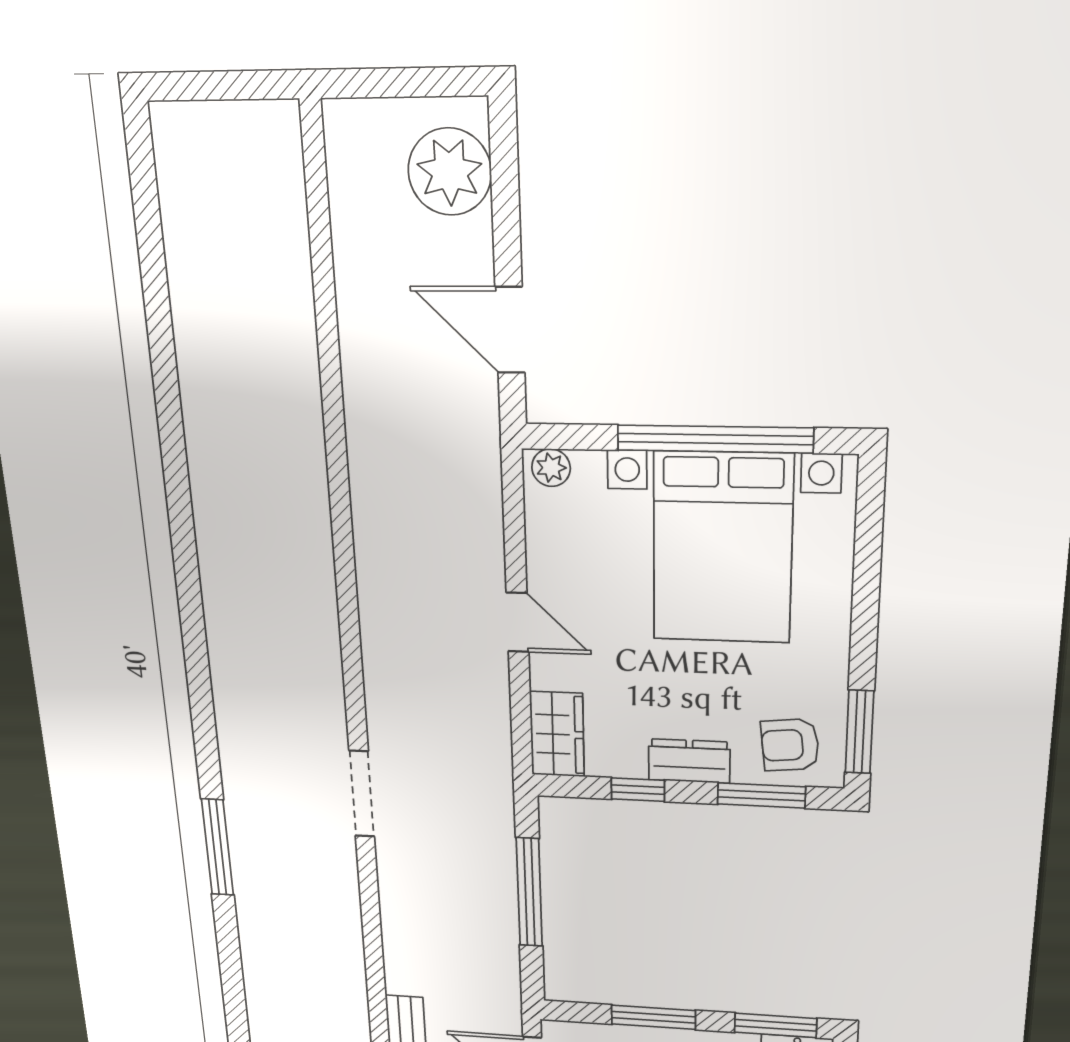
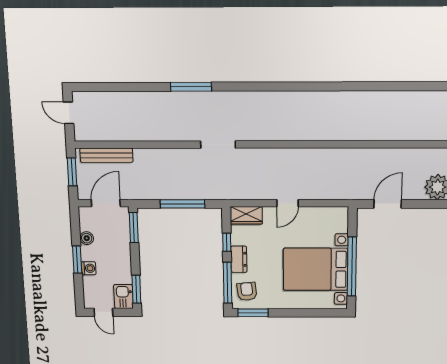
plant: (551, 468) -> (342, 216), removed
window: (761, 795) -> (227, 283), width x1.44
window: (653, 1017) -> (134, 228), moved

